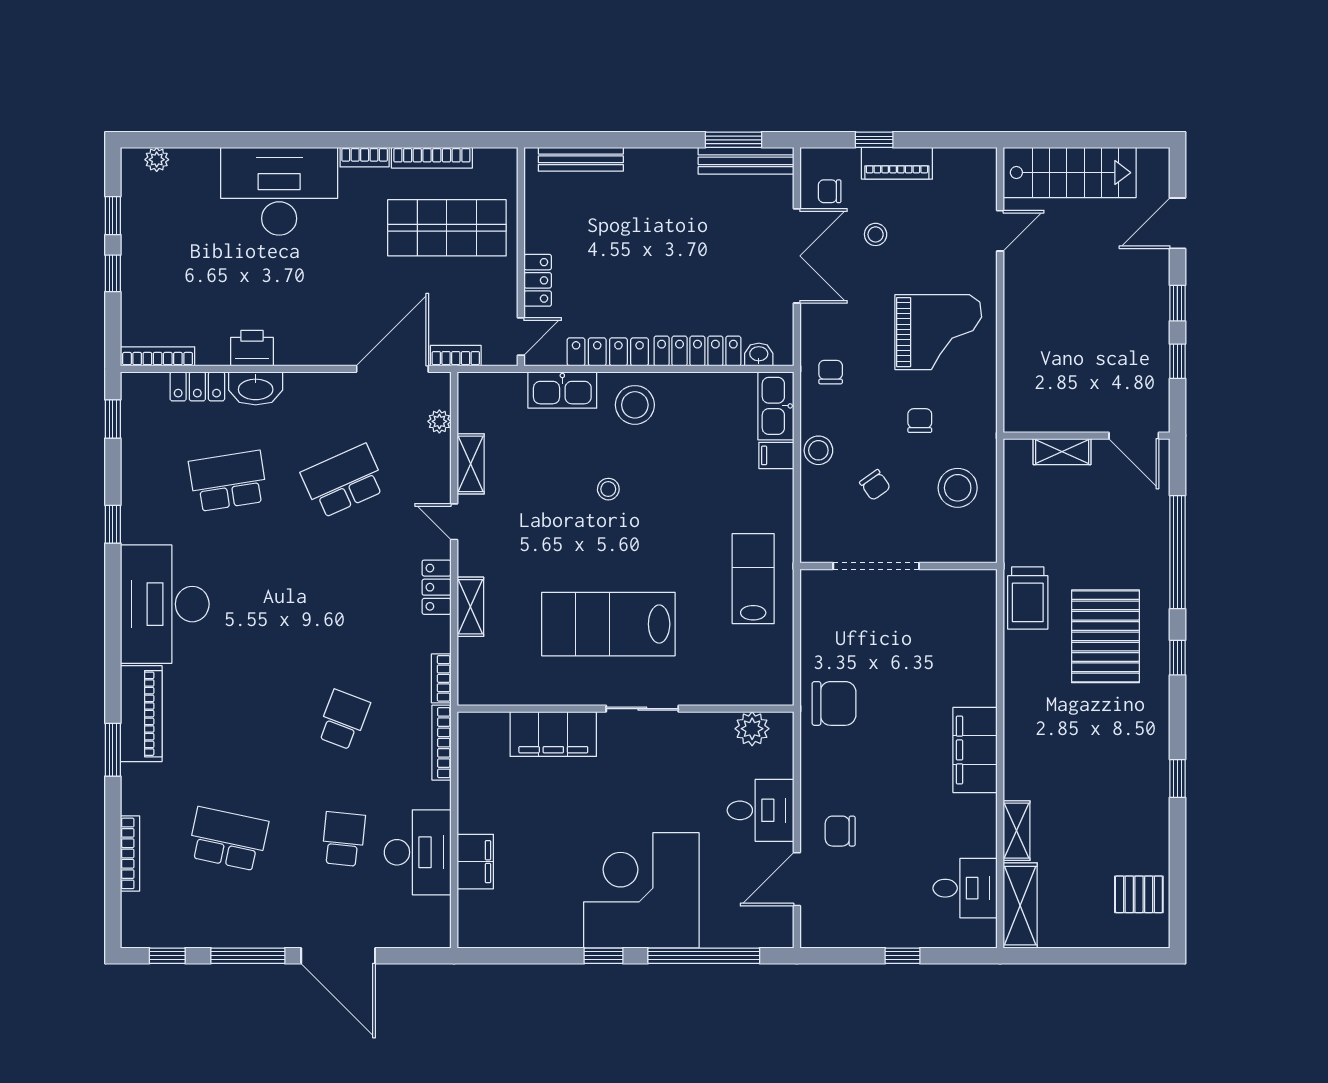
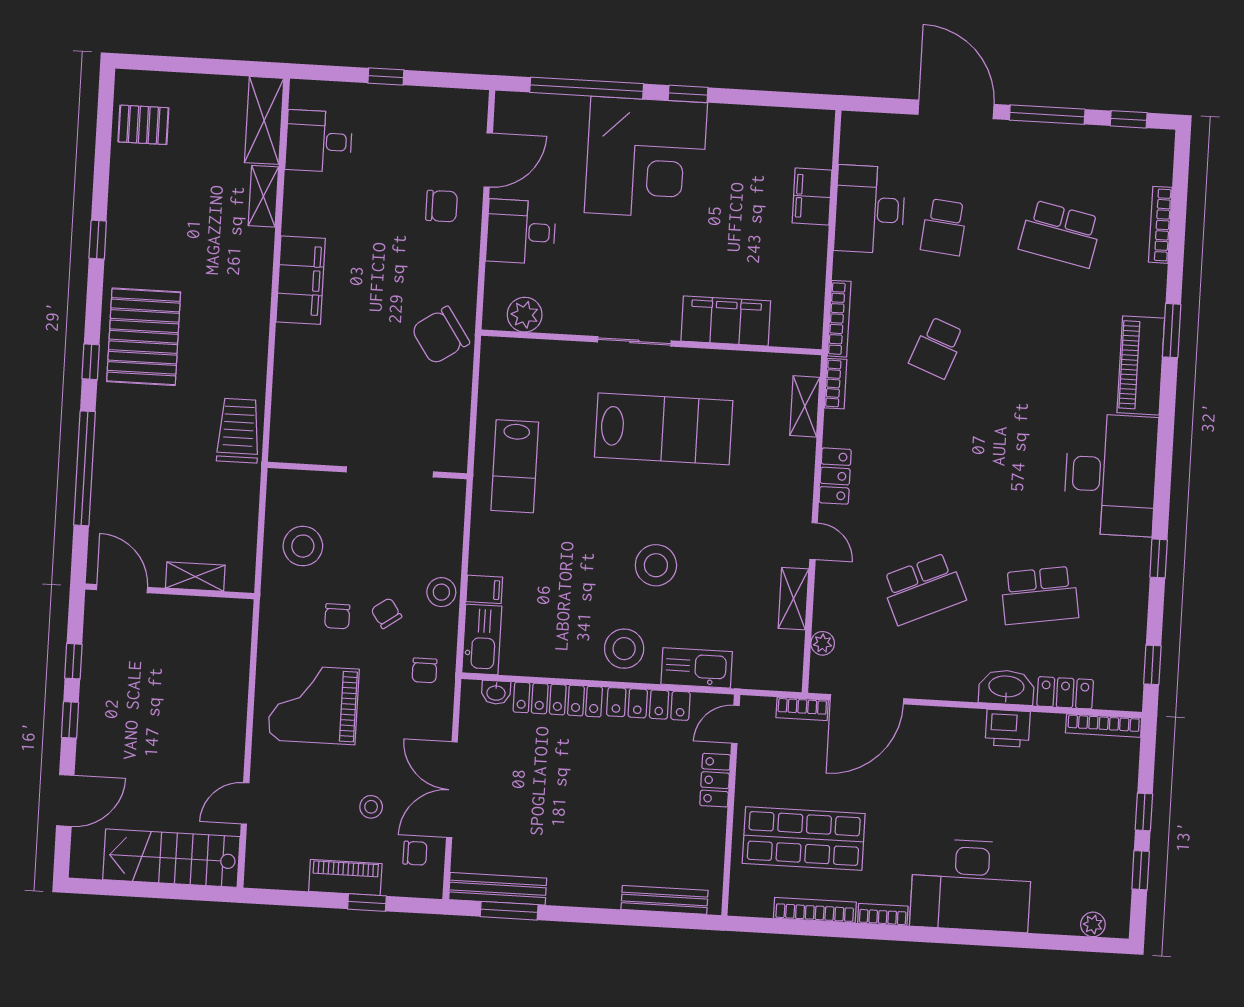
chair: (875, 485) -> (386, 613), moved
stool: (608, 489) -> (656, 565), width x1.89, depth x1.89
shelving: (470, 607) -> (805, 406), moved
pallet: (1105, 636) -> (144, 337), moved
chair: (834, 703) -> (440, 335), turned -34

